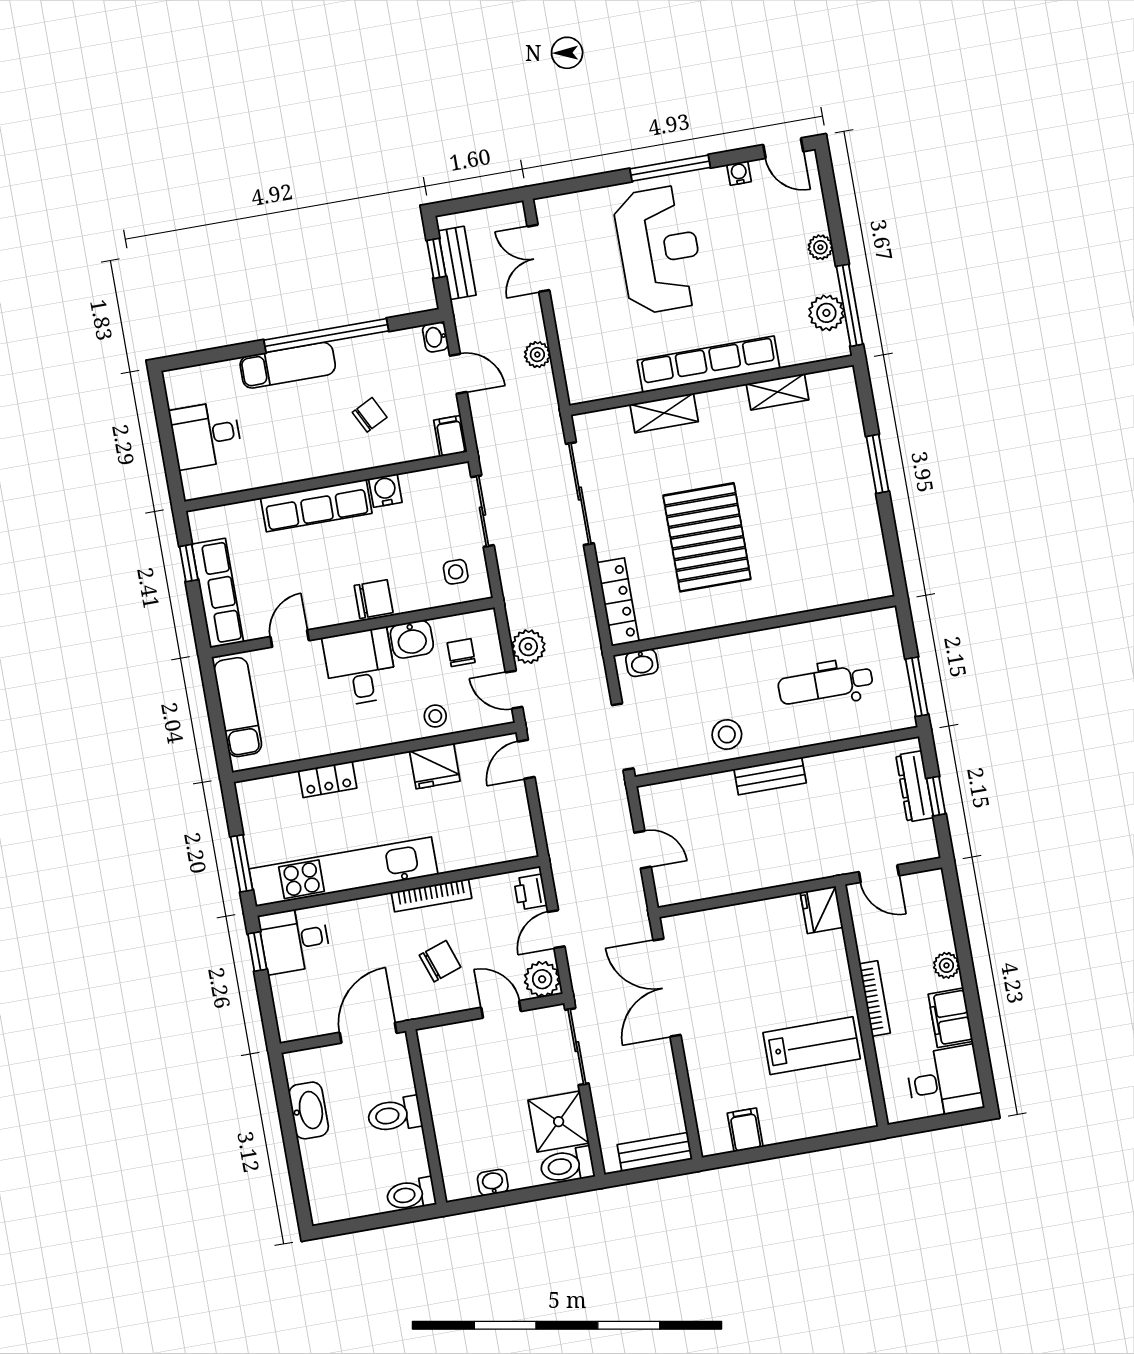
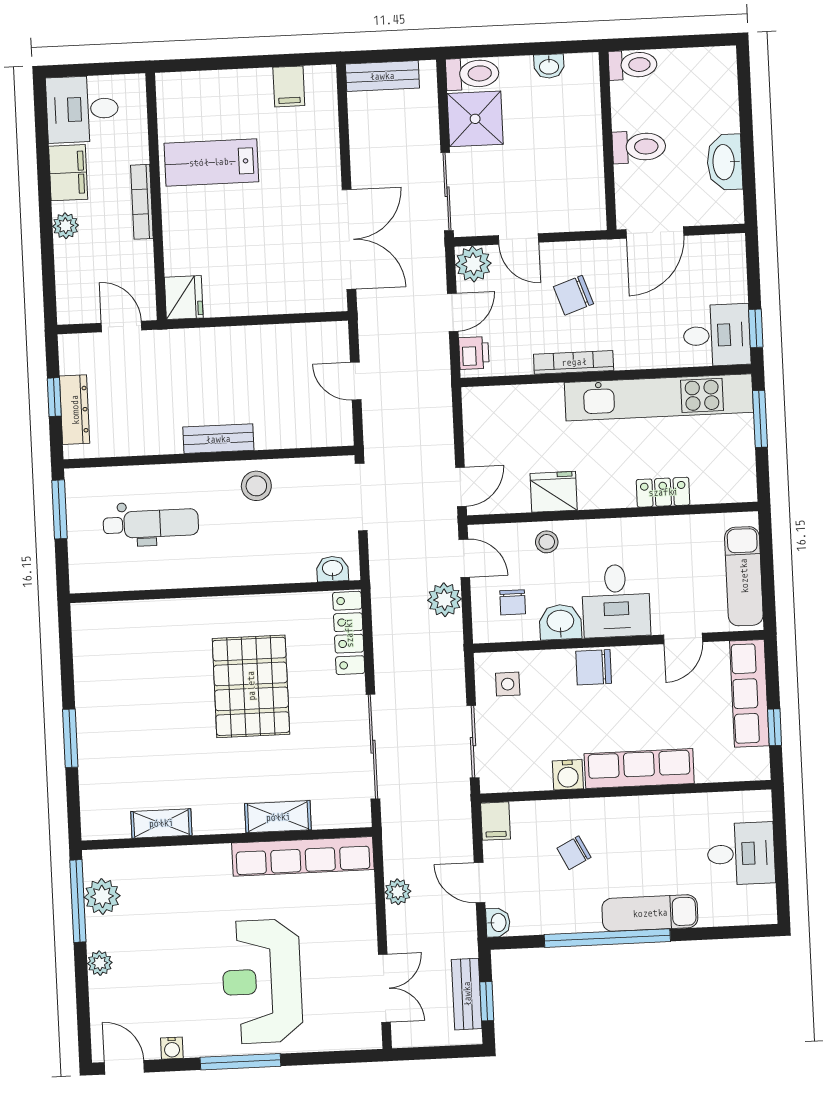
row of seats: (709, 364) -> (303, 856), moved

